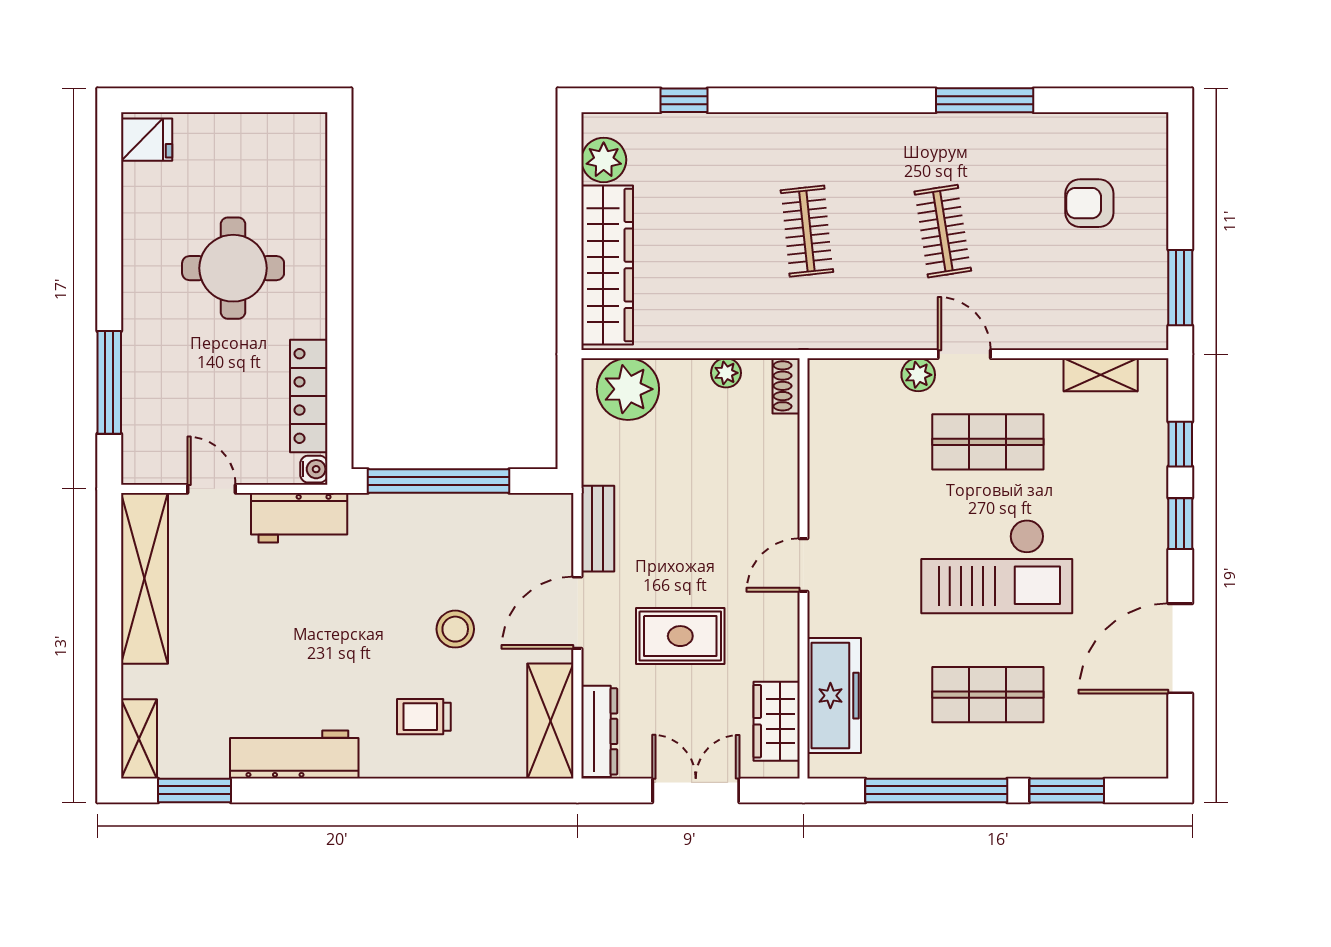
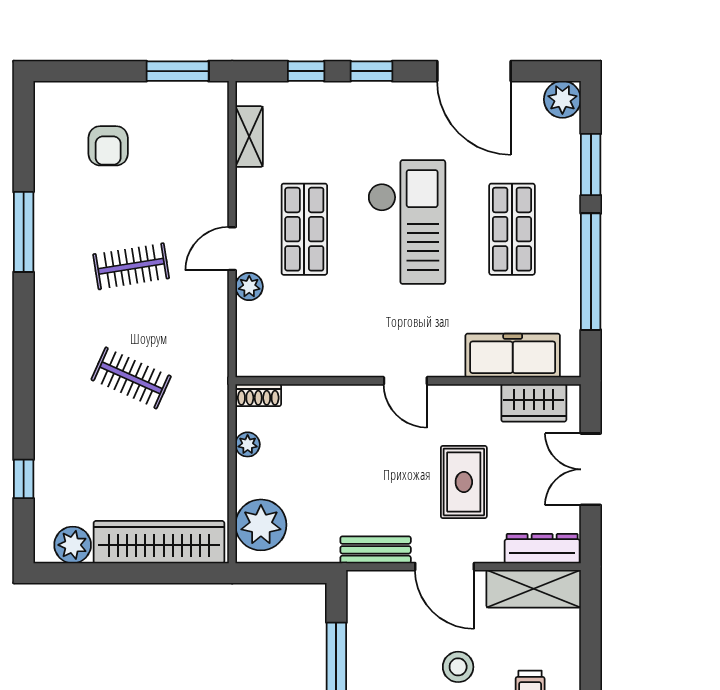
clothes rail: (807, 231) -> (131, 378), turned 30
plant: (1146, 756) -> (562, 99), added

